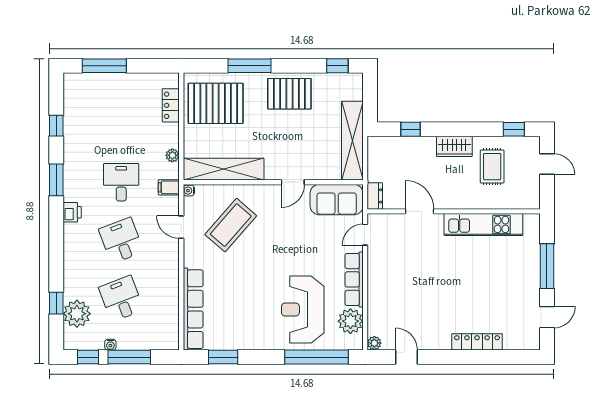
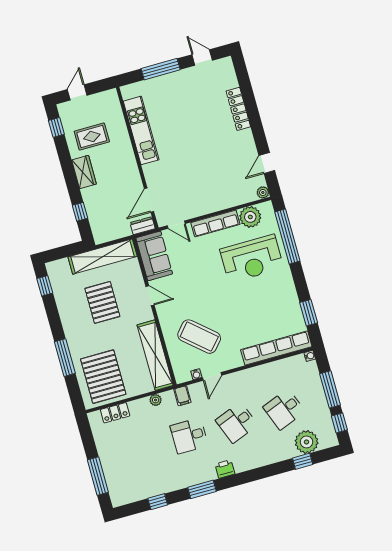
pallet: (289, 94) -> (102, 302), moved
water cooler: (189, 191) -> (196, 374), moved
door: (420, 211) -> (149, 200), moved
water cooler: (110, 345) -> (310, 356), moved

